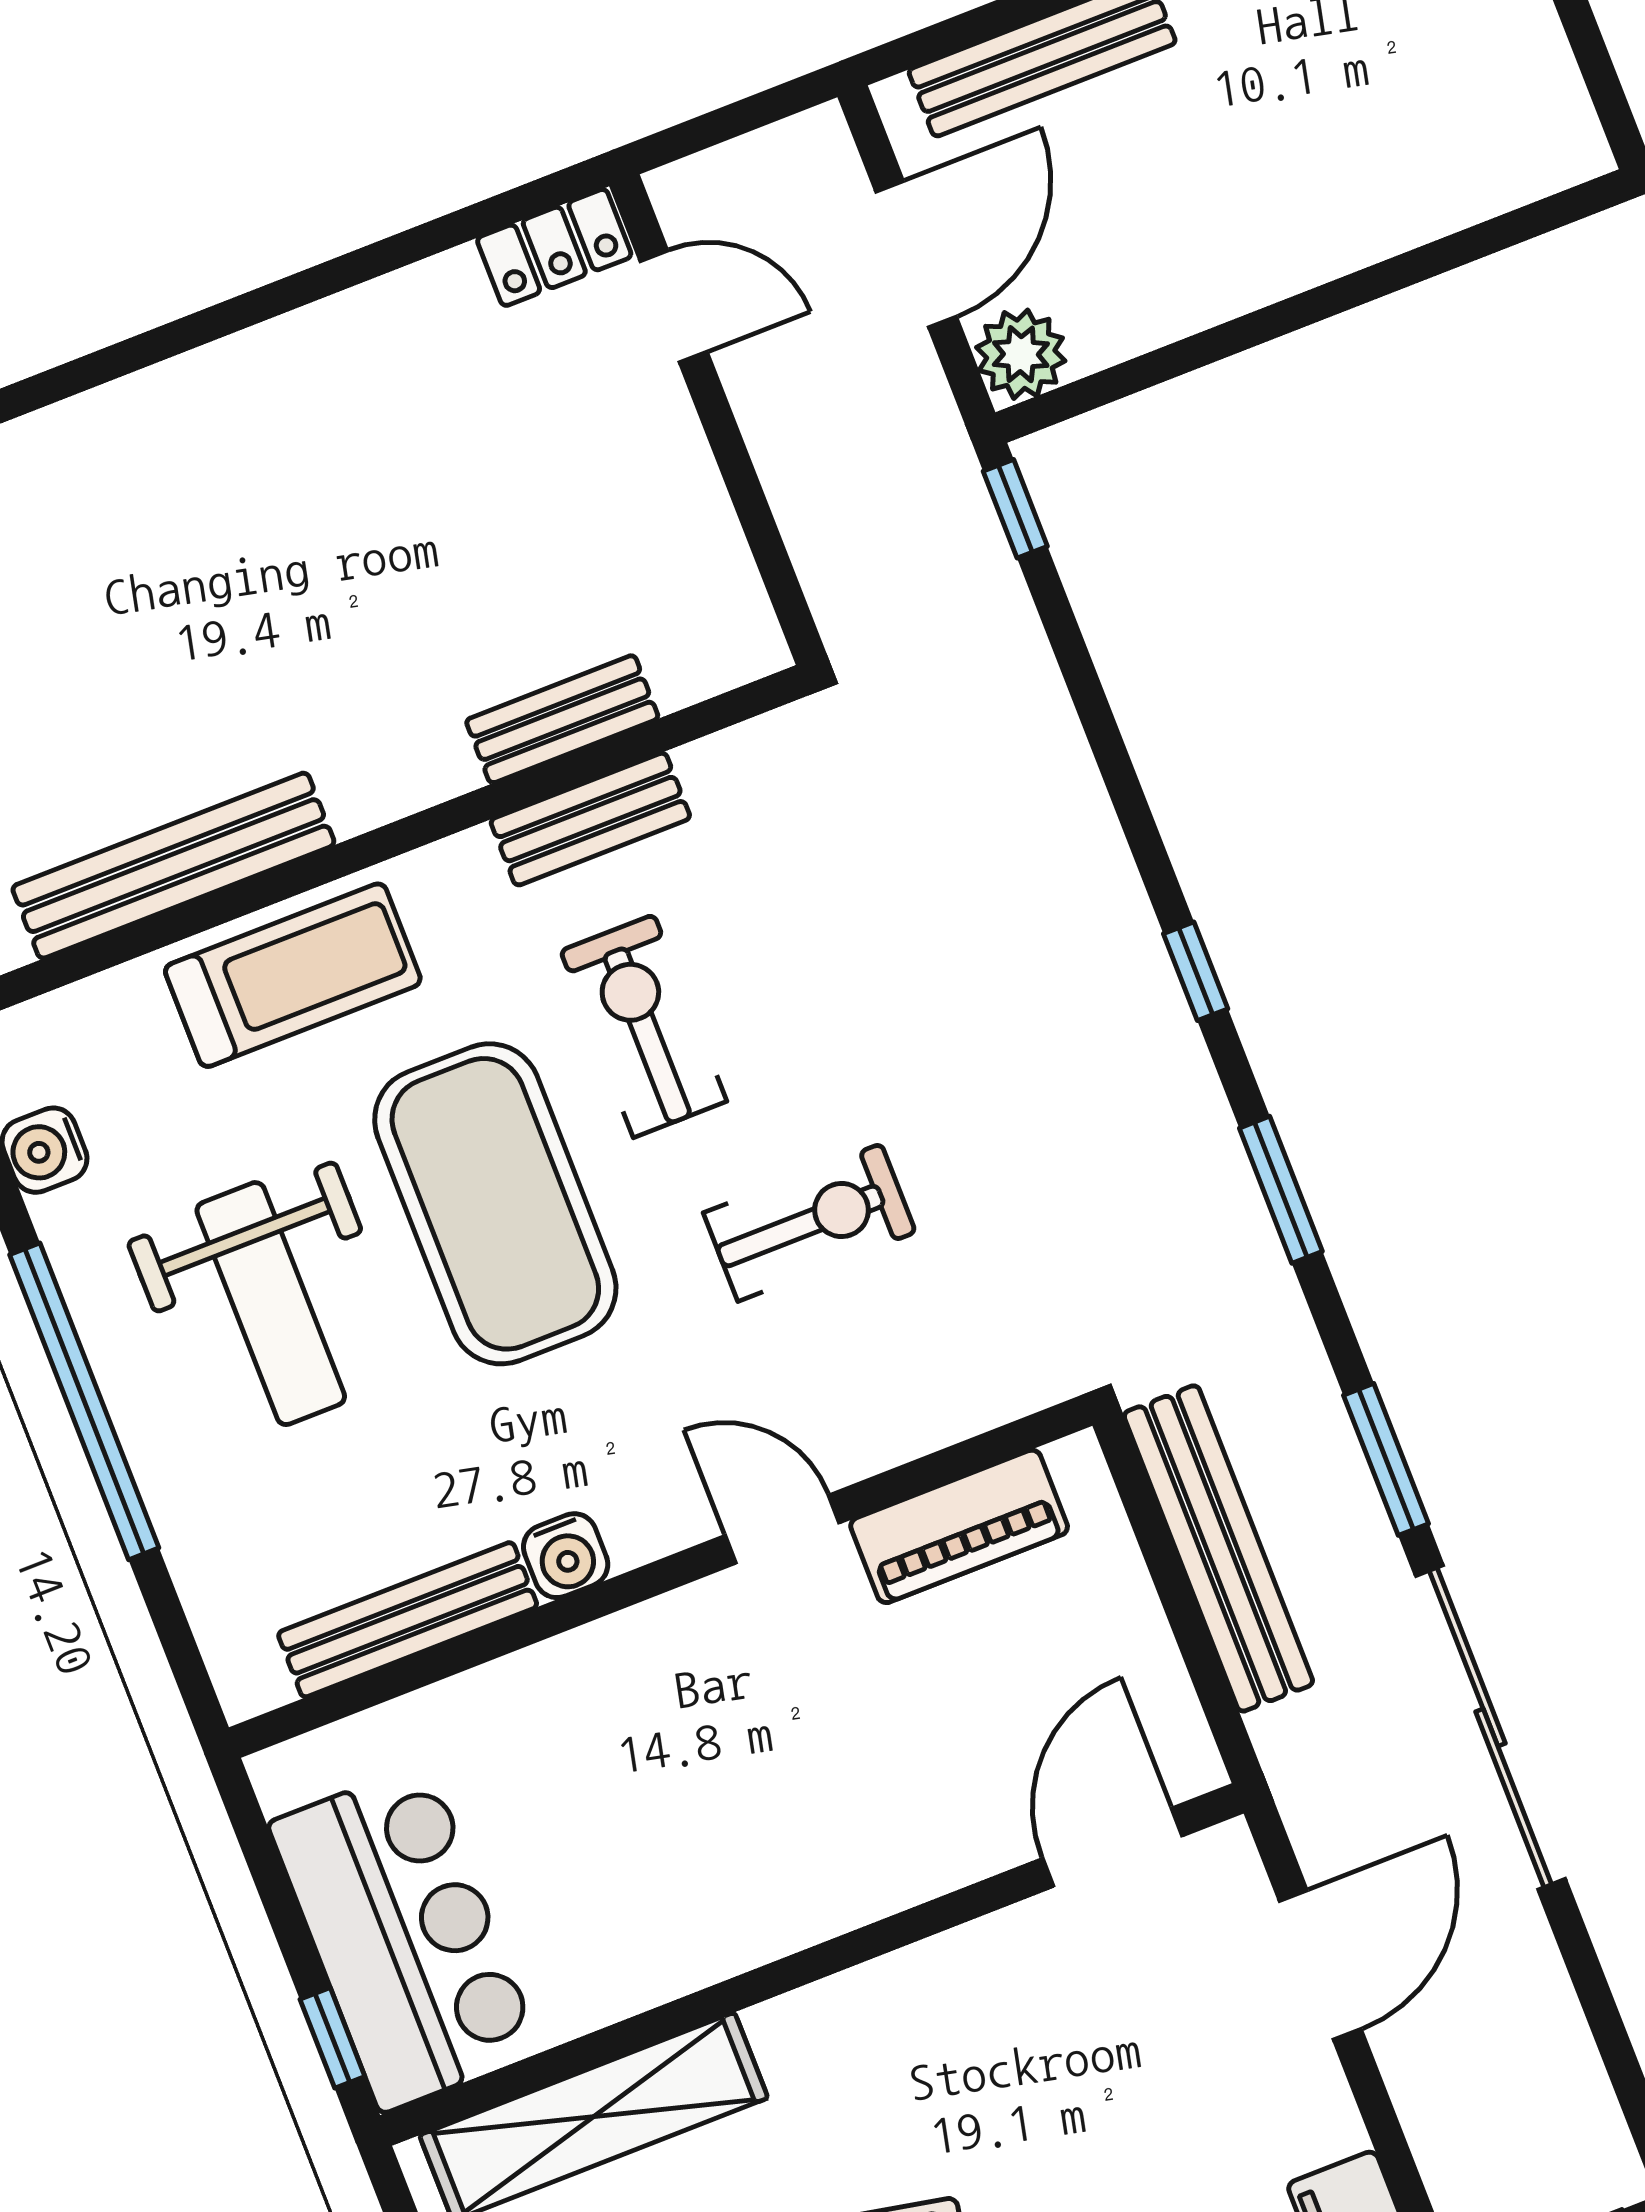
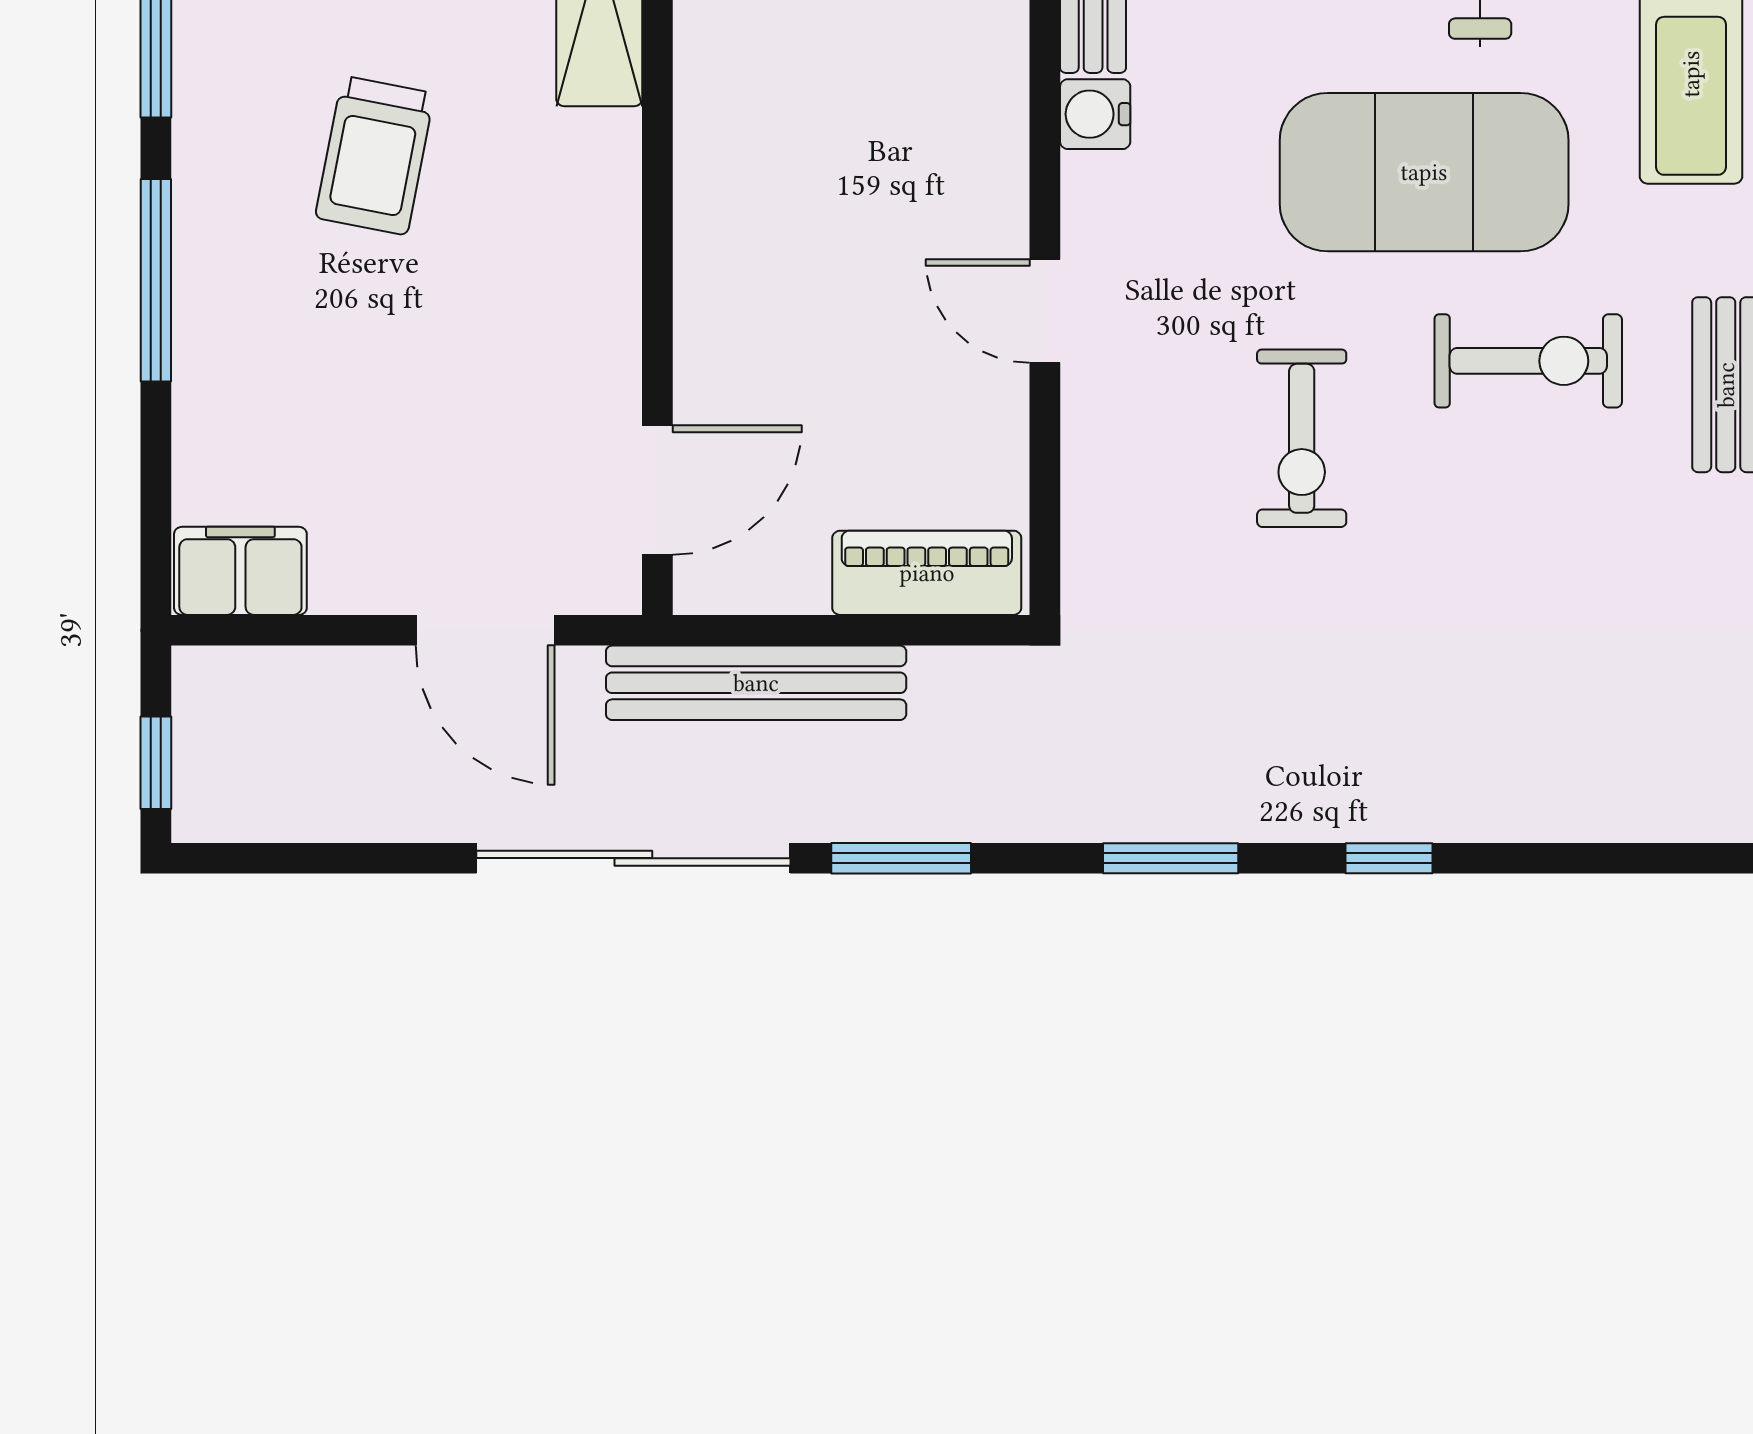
piano: (959, 1526) -> (927, 573), moved, turned 90
door: (782, 1529) -> (1045, 311), swing flipped
bench: (1218, 1548) -> (756, 683), moved
door: (1113, 1847) -> (657, 490), hinge flipped

